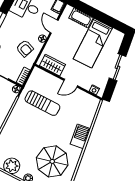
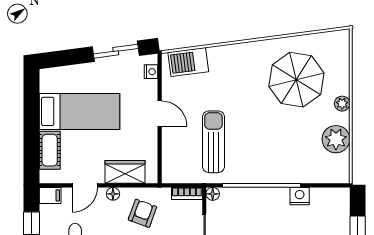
wardrobe: (52, 65) -> (125, 172), moved, turned 90
sliding door: (117, 67) -> (116, 51), moved
barbecue: (80, 136) -> (188, 62), moved

